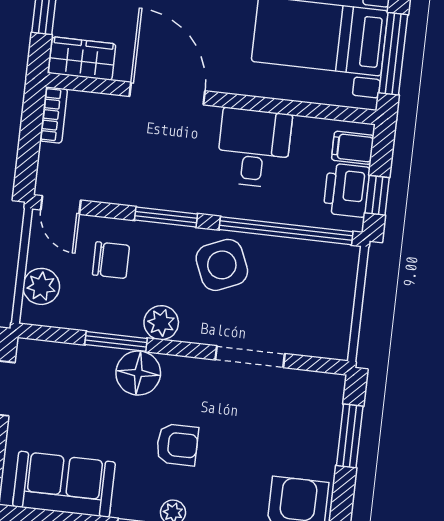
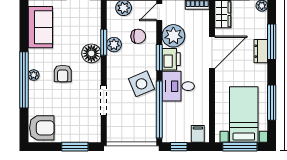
desk: (254, 148) -> (178, 86), moved, turned 180
plant: (119, 178) -> (173, 36), added
printer: (347, 190) -> (171, 59), moved, turned 90
chair: (111, 260) -> (138, 36), turned -90
plant: (161, 323) -> (114, 45), moved

